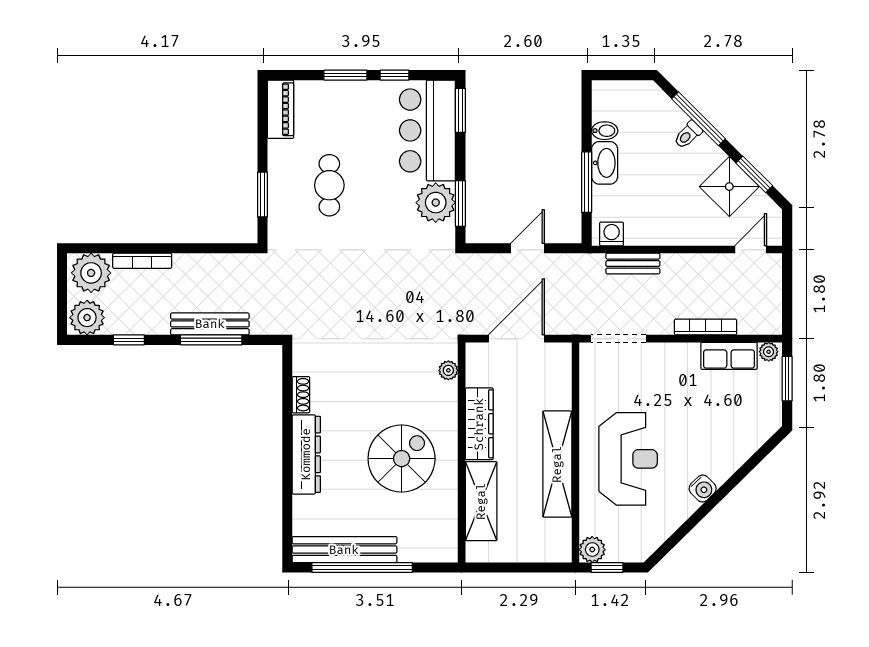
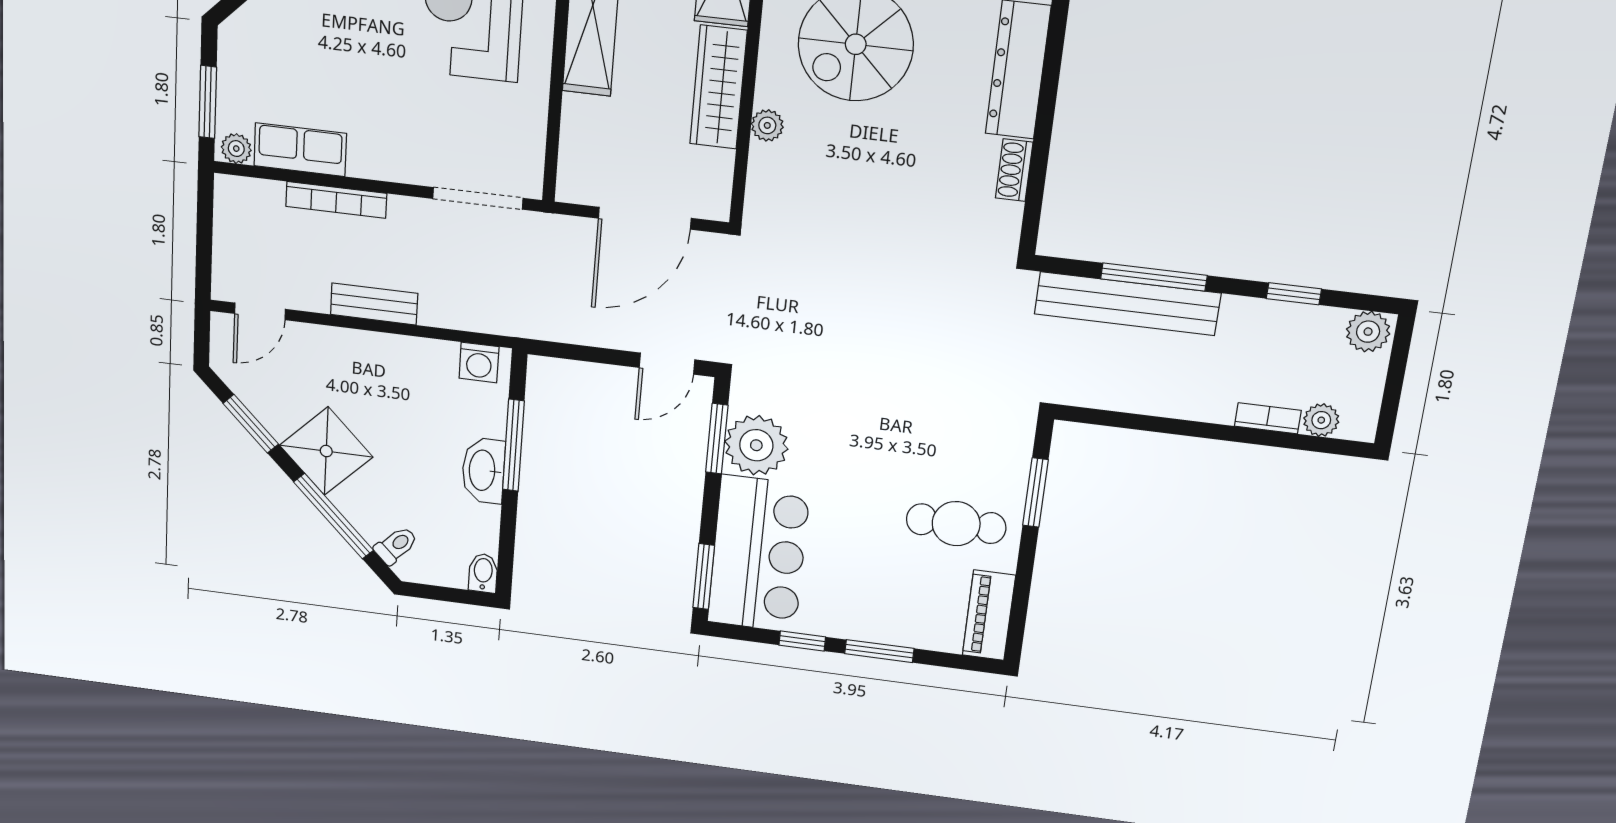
bidet: (605, 131) -> (483, 573), moved, turned 90
toilet: (688, 135) -> (396, 545), moved
cafe table: (329, 185) -> (956, 524), moved, turned 90
shower: (729, 187) -> (326, 451), moved
door: (527, 248) -> (667, 364), moved
bookcase: (142, 261) -> (1268, 418), width x0.64
bench: (633, 264) -> (374, 304), moved
plant: (91, 273) -> (1321, 420), width x0.53, depth x0.53
plant: (87, 318) -> (1368, 332), width x0.73, depth x0.73
bench: (210, 324) -> (1127, 304), width x1.37, depth x1.21
plant: (448, 370) -> (767, 125), moved

